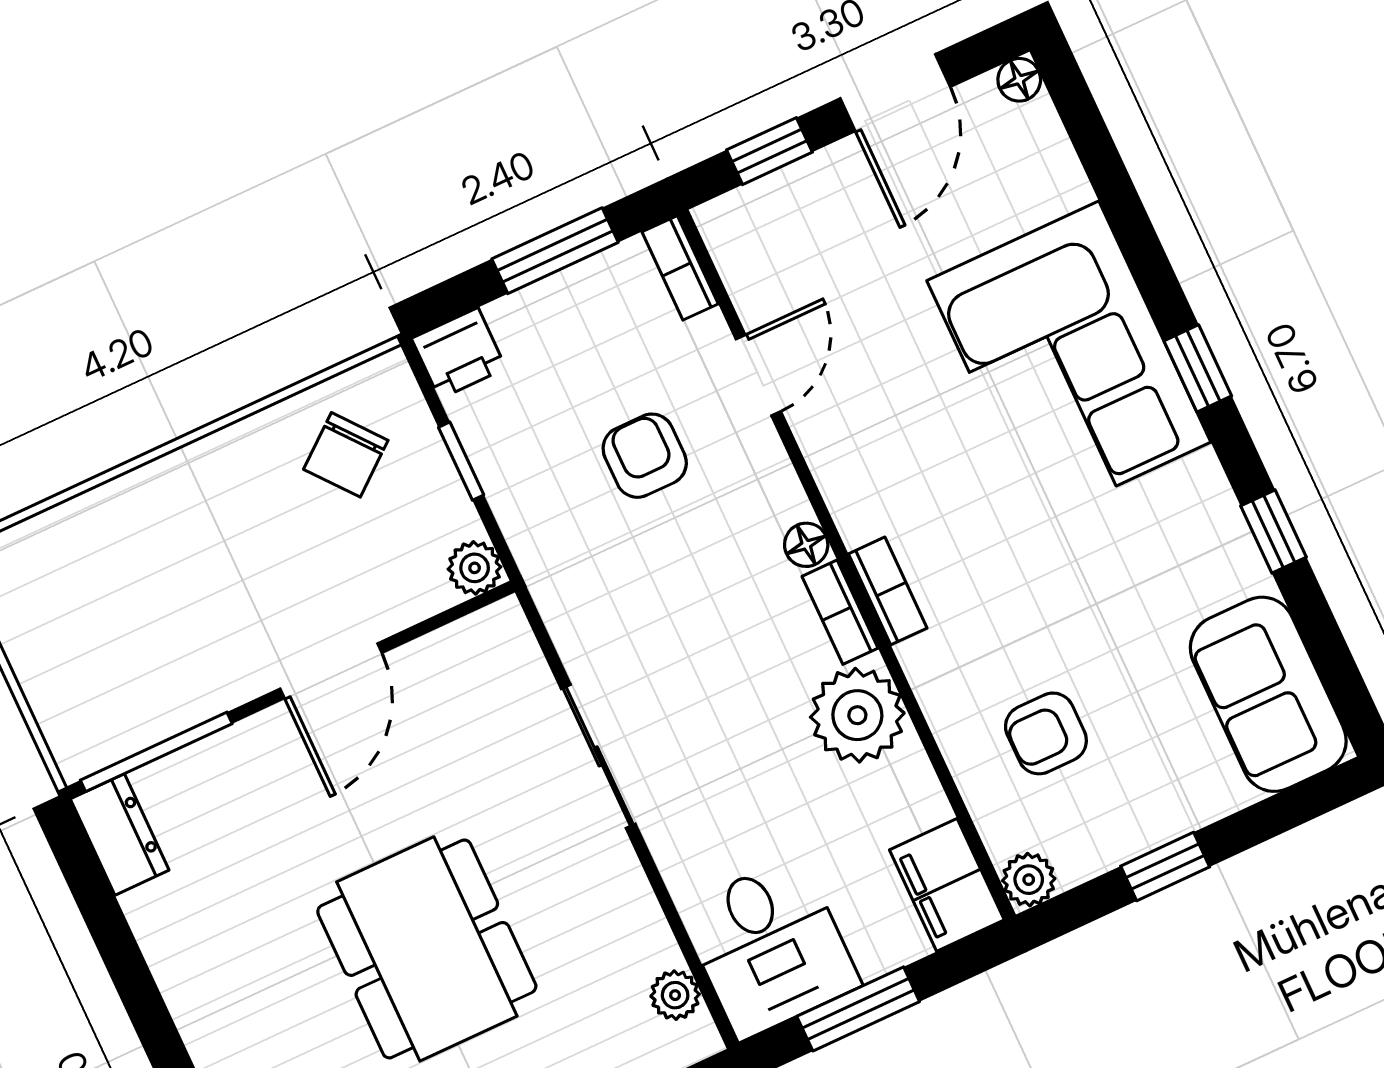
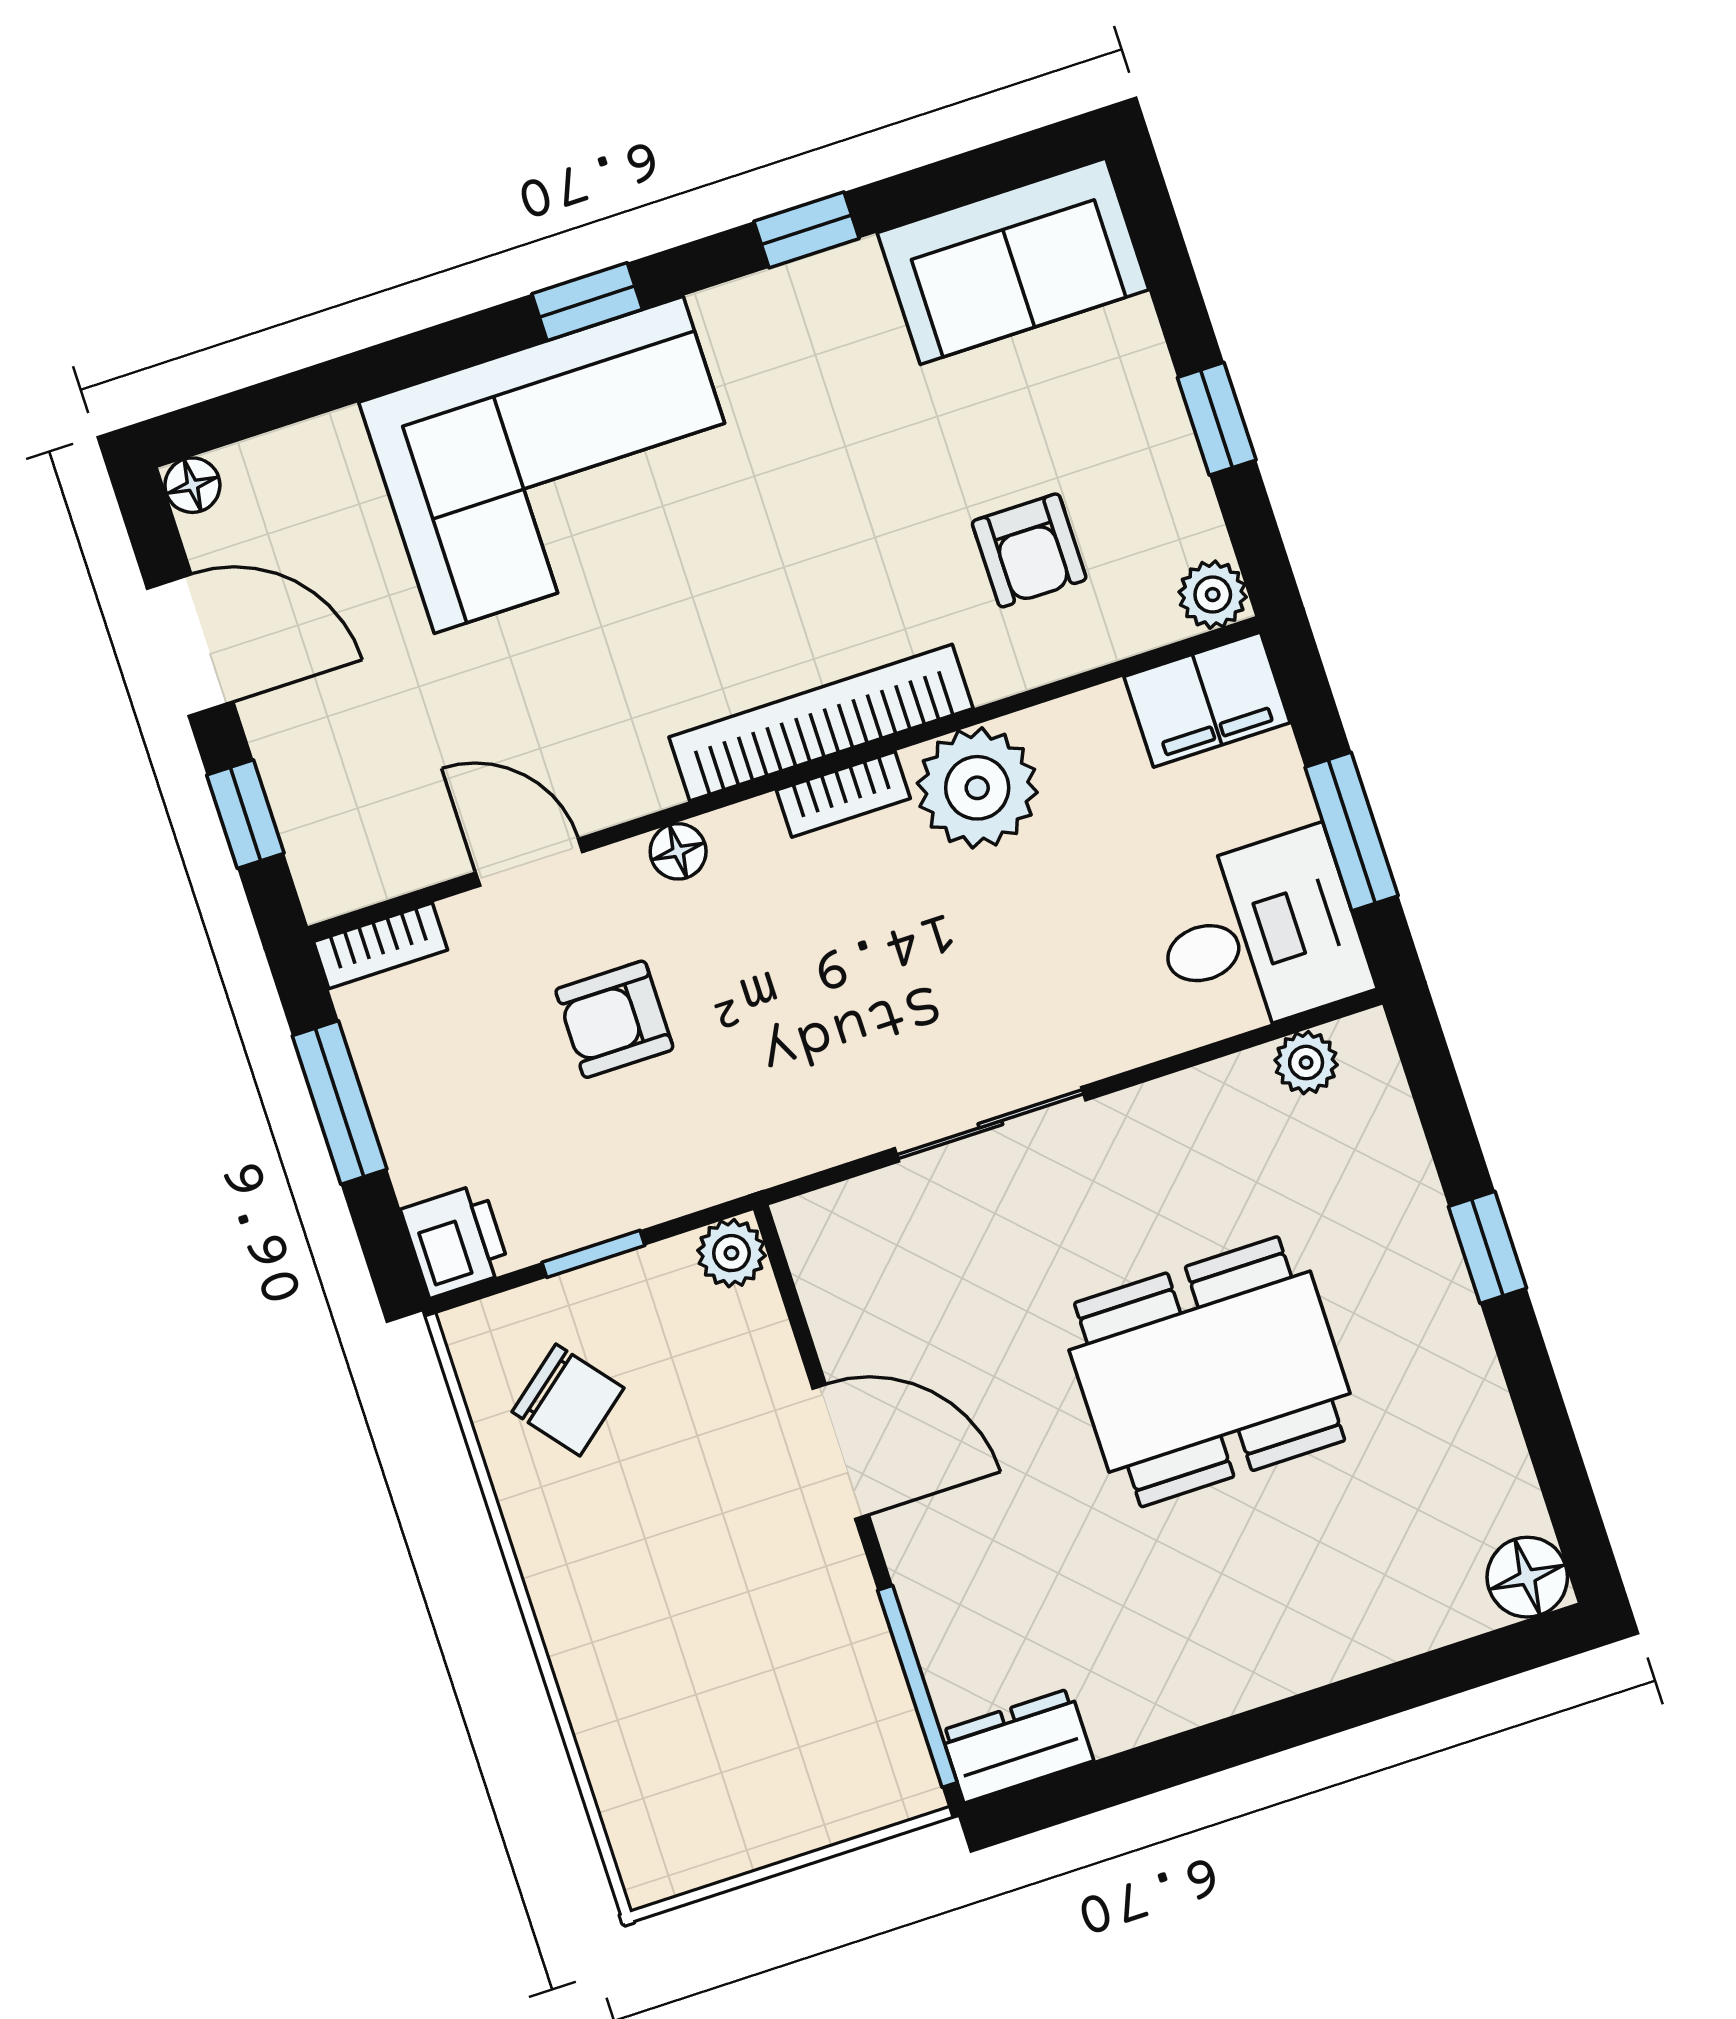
floor lamp: (806, 545) -> (678, 851), moved
bookcase: (888, 591) -> (821, 723), width x2.31, depth x1.31

